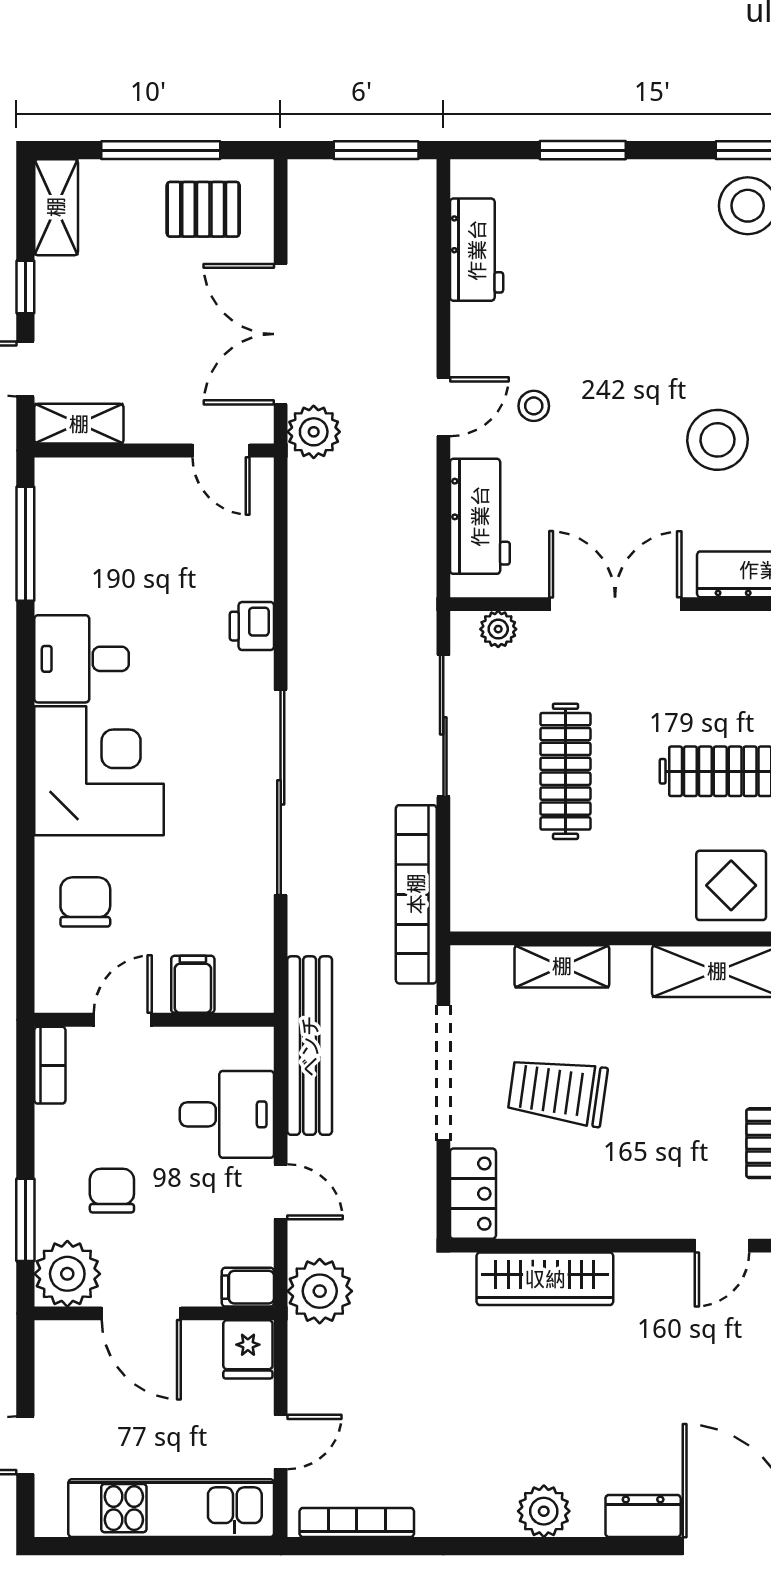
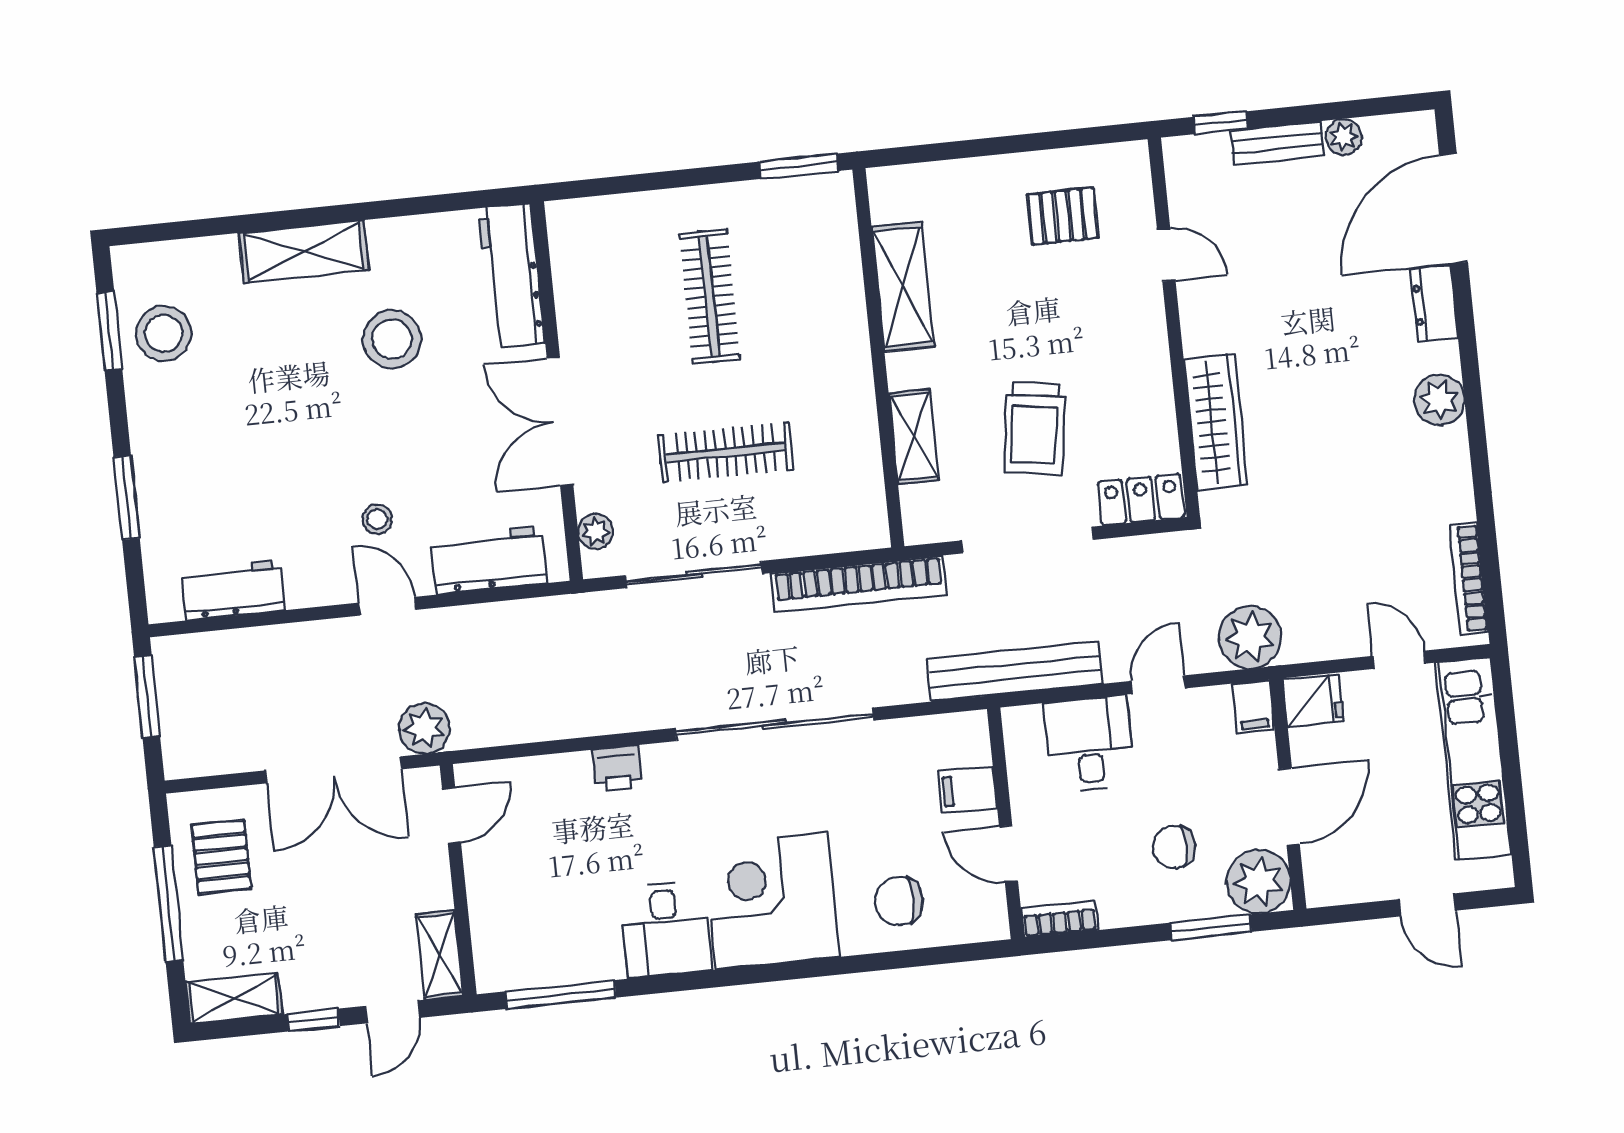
display table: (731, 885) -> (819, 282), removed

